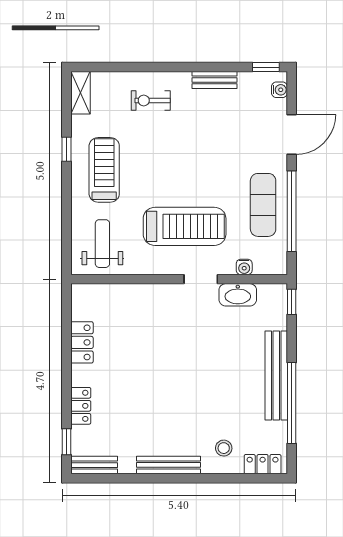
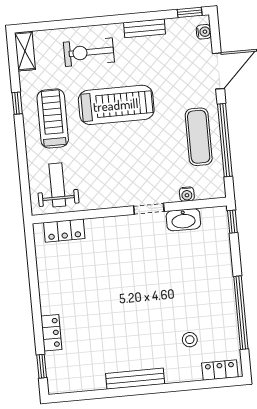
exercise bike: (151, 100) -> (89, 52), width x1.38, depth x1.39
treadmill: (185, 226) -> (116, 105), moved
locker: (82, 342) -> (64, 231), moved, turned 90
bench: (276, 376) -> (225, 289), removed
stool: (224, 448) -> (190, 340), moved
bench: (94, 465) -> (68, 385), removed

